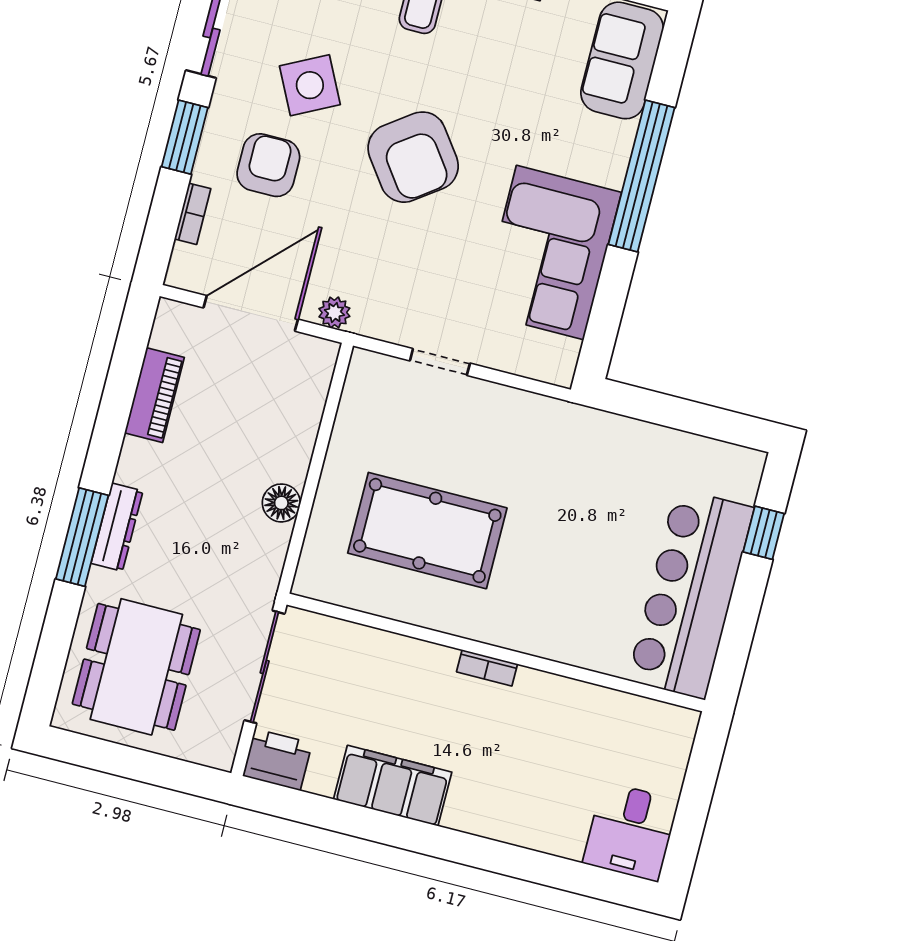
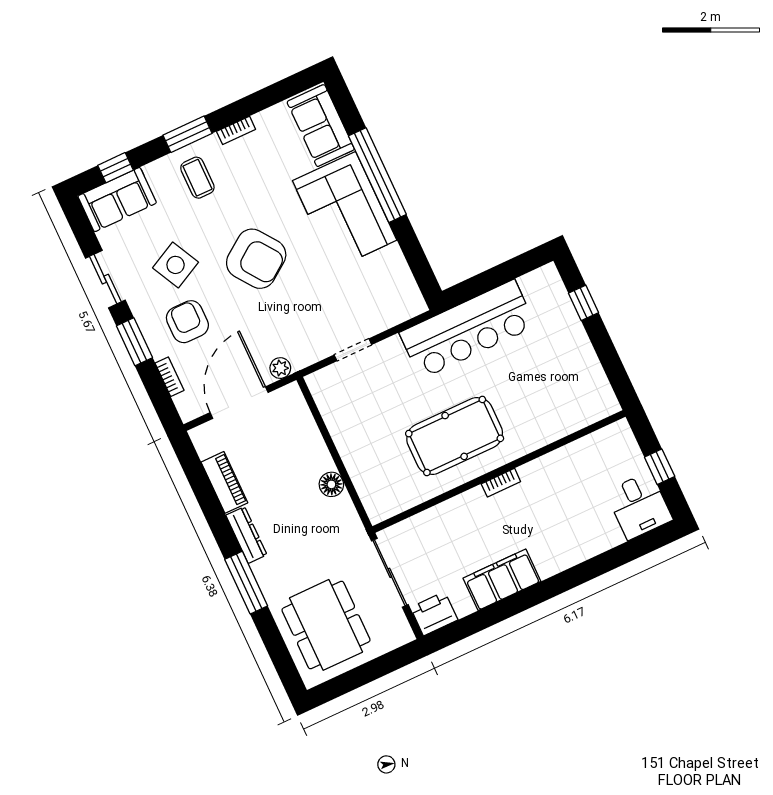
corner sofa: (550, 253) -> (345, 210), moved
dresser: (117, 527) -> (246, 535), moved
pool table: (427, 531) -> (455, 436), moved
bar counter: (691, 594) -> (468, 329), moved, turned -90
window: (694, 805) -> (660, 467), added

